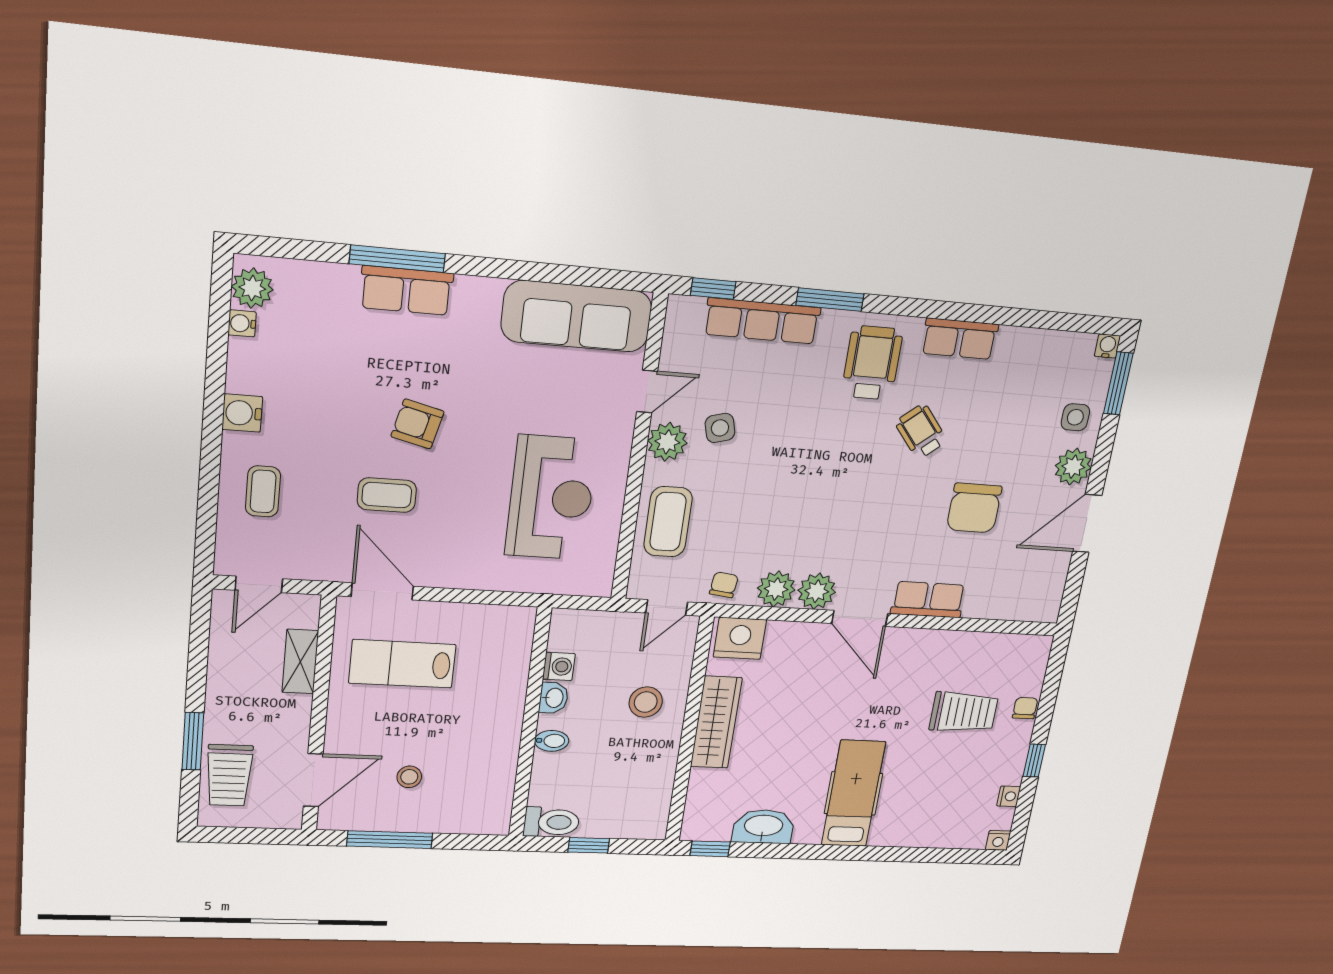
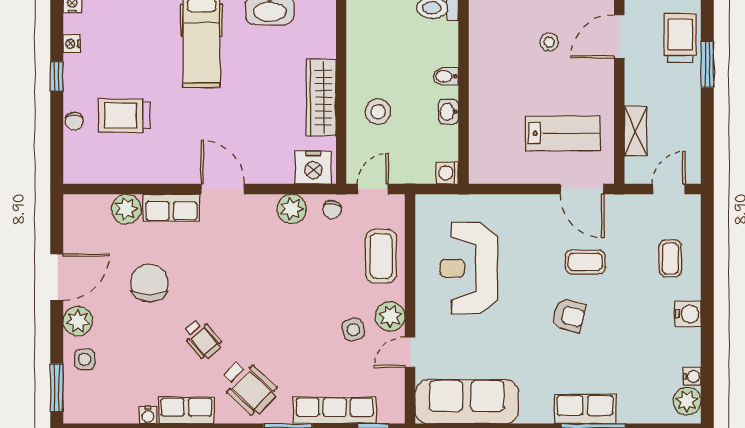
water cooler: (1107, 346) -> (148, 415), moved
wheelchair: (872, 363) -> (249, 387), turned -46
plant: (817, 591) -> (126, 209), moved
washing machine: (559, 666) -> (447, 173), moved

